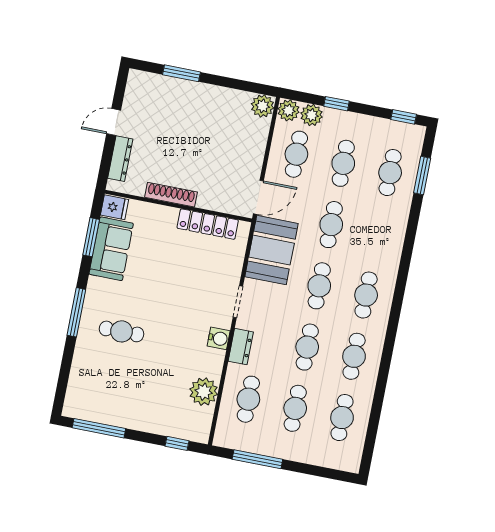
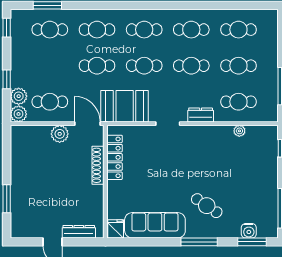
plant: (263, 106) -> (60, 134), moved
cafe table: (343, 163) -> (97, 30), moved
shoe rack: (171, 195) -> (98, 165), moved
window: (91, 237) -> (252, 242), moved
sofa: (111, 249) -> (155, 225), width x1.36
cafe table: (122, 331) -> (207, 206), turned -56
water cooler: (219, 338) -> (249, 231), moved, turned 180
plant: (204, 392) -> (239, 131), width x0.53, depth x0.53

